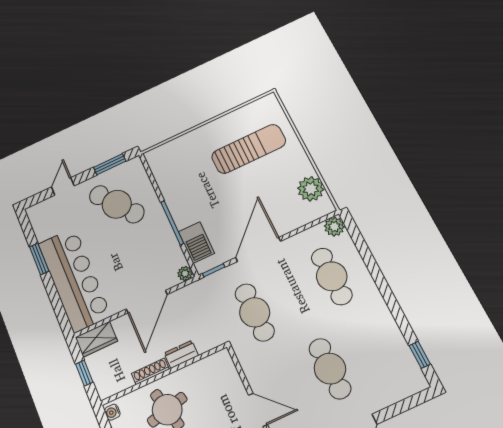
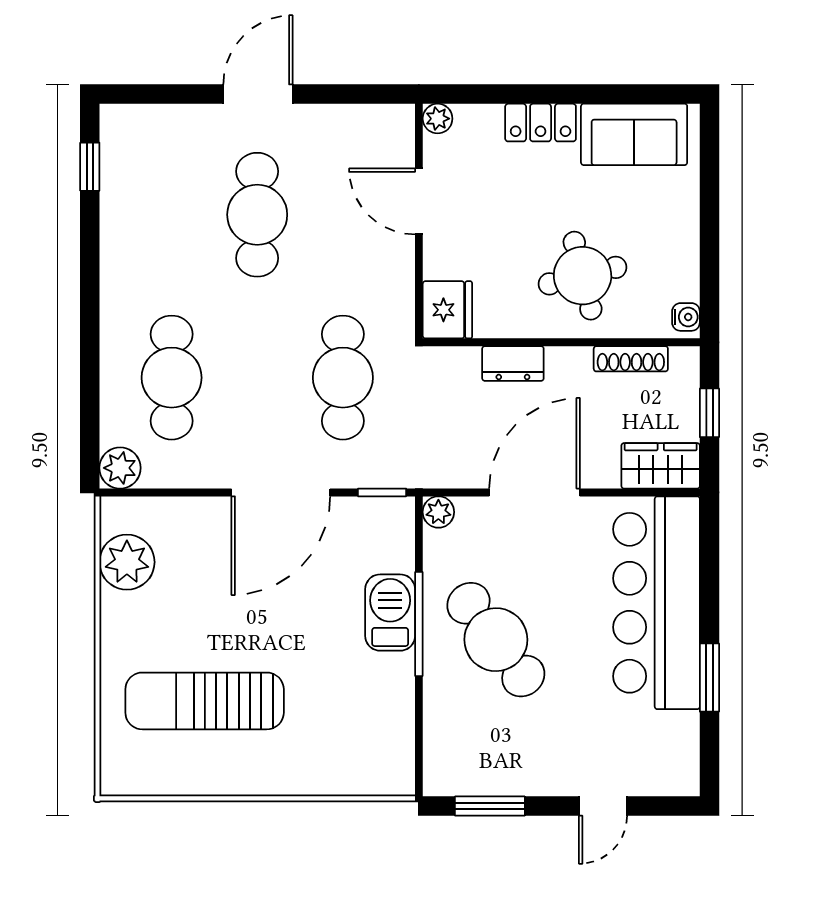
cafe table: (117, 204) -> (496, 640), moved
barbecue: (196, 243) -> (390, 613), moved
fridge: (222, 365) -> (447, 310), added
shoe rack: (150, 371) -> (631, 359), moved

